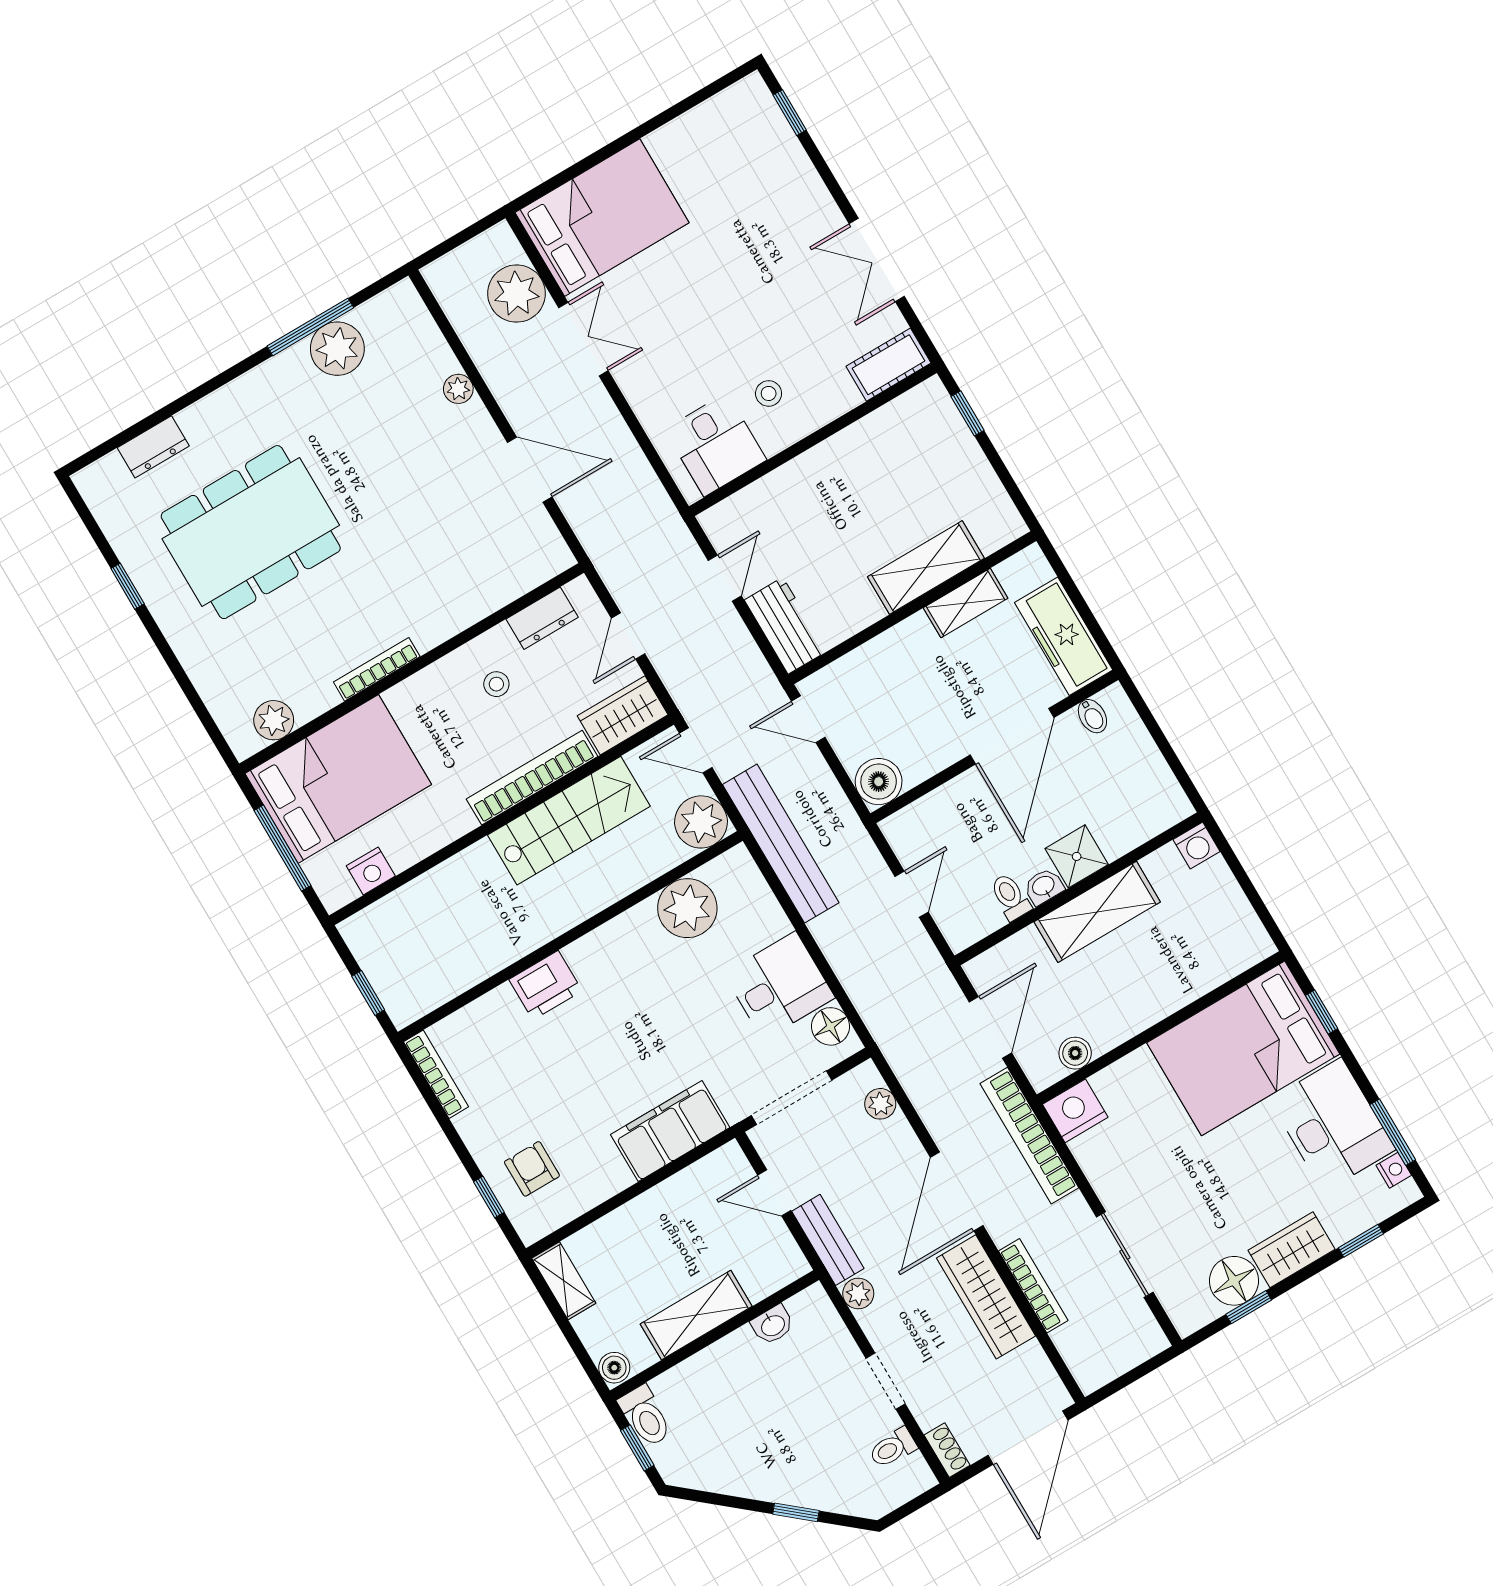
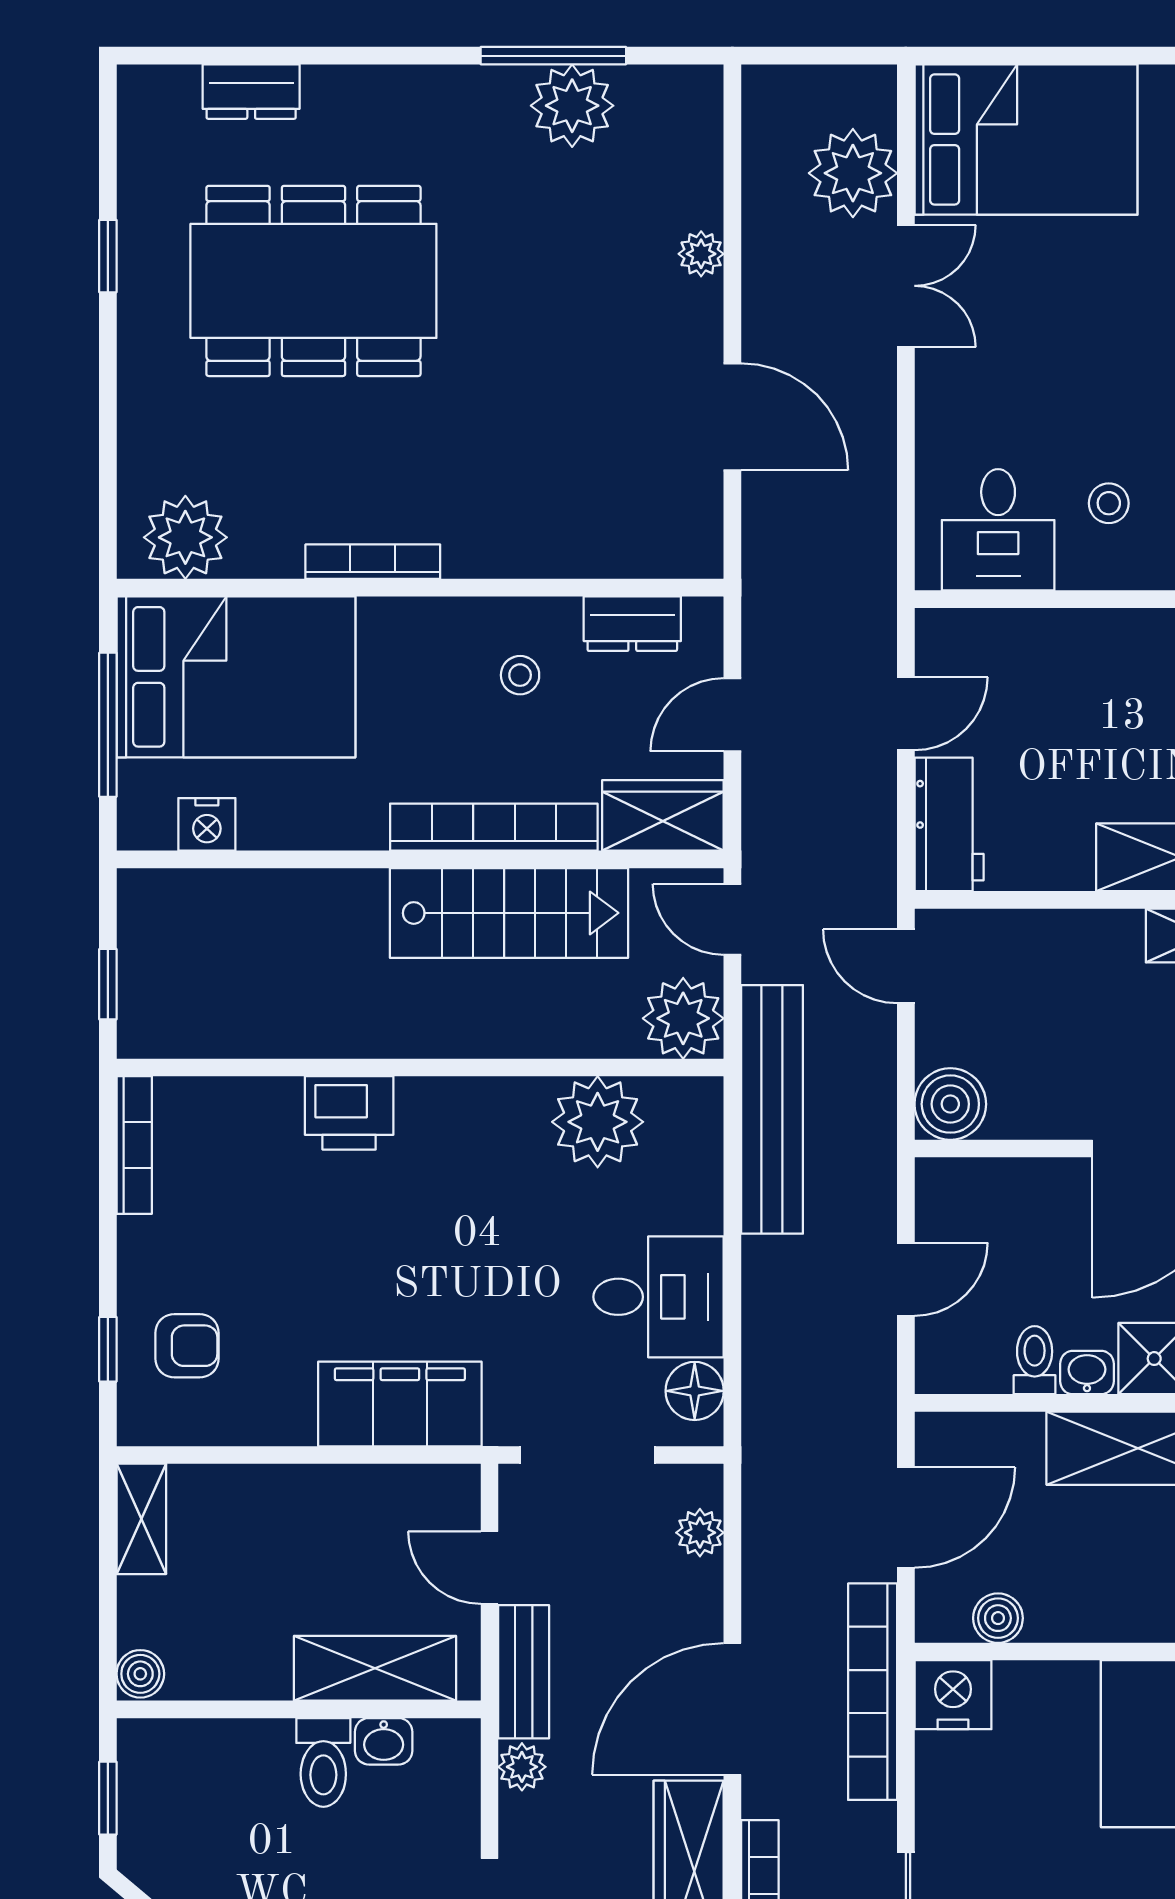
plant: (274, 720) -> (185, 537), width x1.36, depth x1.36
armchair: (532, 1169) -> (187, 1346), turned 90
shelving: (696, 1315) -> (375, 1668), moved
toilet: (645, 1416) -> (323, 1762), moved

